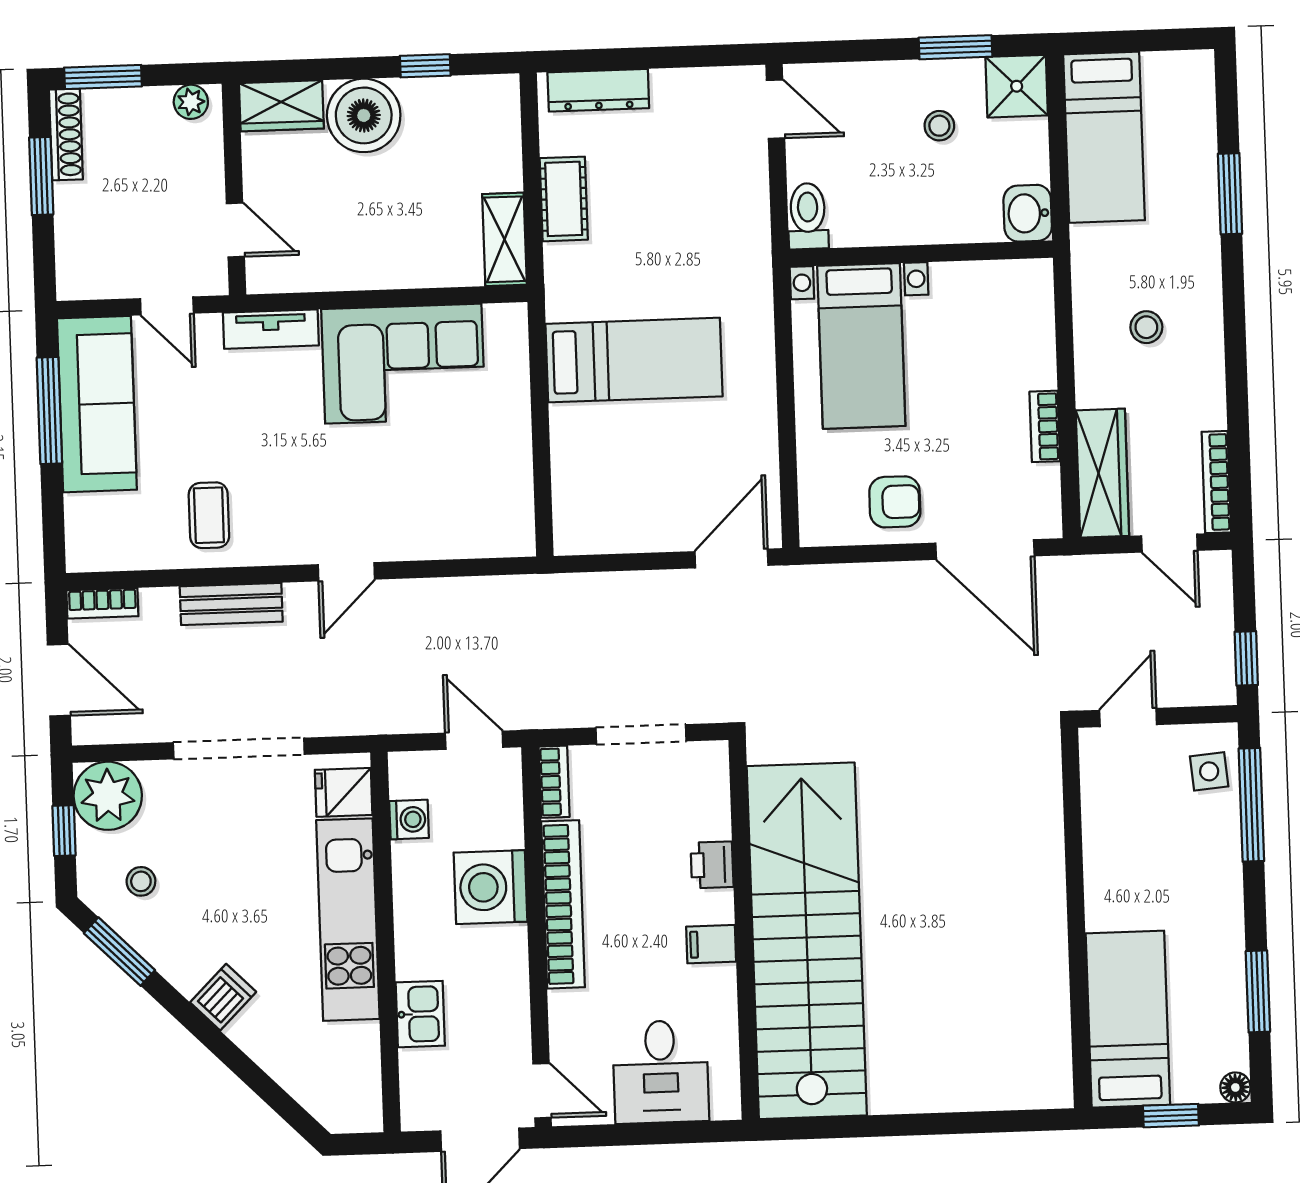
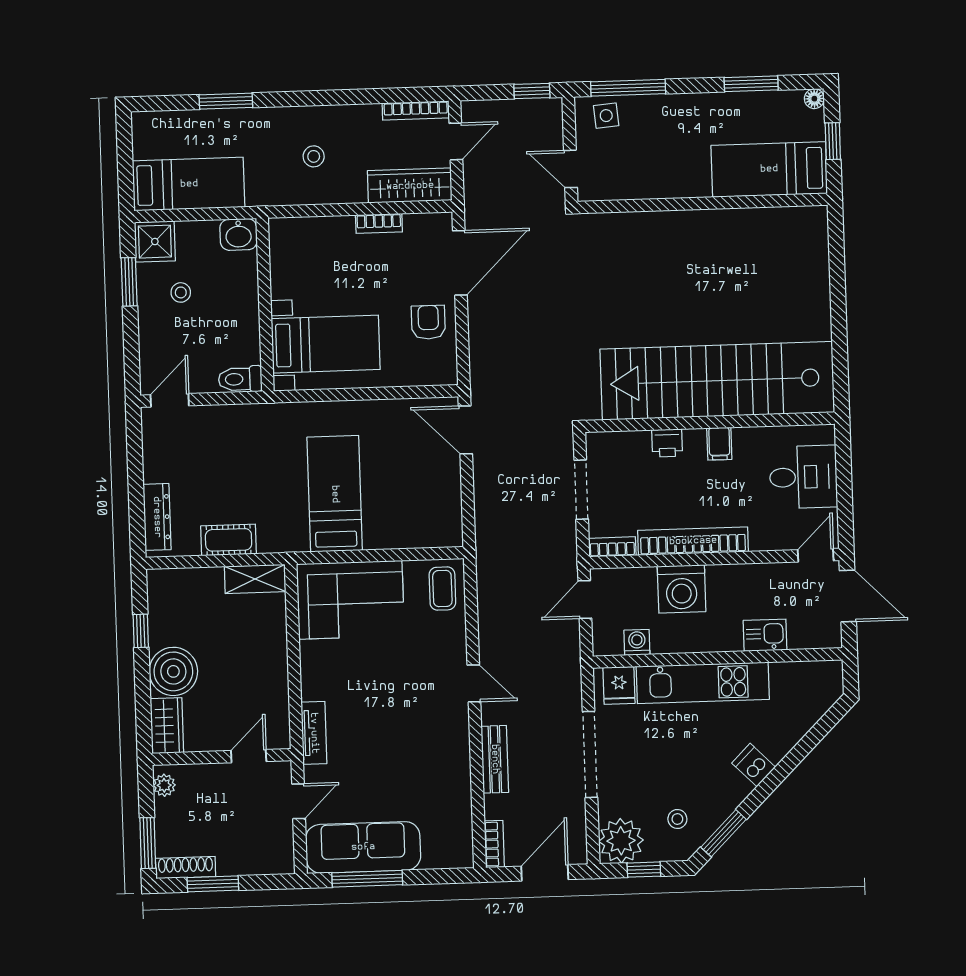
corner sofa: (403, 364) -> (350, 600), moved, turned 90
coffee table: (209, 515) -> (442, 589), moved, turned 90

